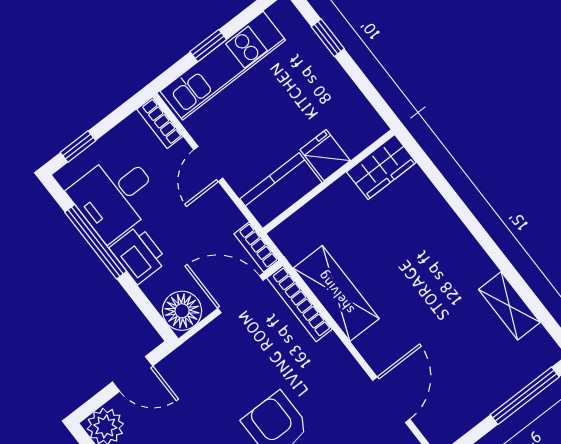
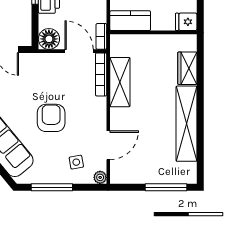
fridge: (325, 155) -> (186, 22), moved, turned -90
wardrobe: (381, 167) -> (187, 68), moved, turned 90
shelving: (509, 306) -> (186, 124), width x2.20, depth x1.33

